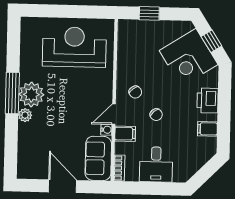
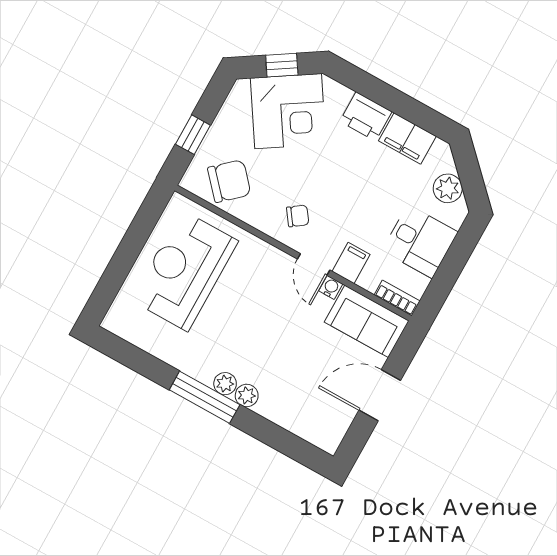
plant: (31, 94) -> (225, 384), width x0.53, depth x0.53
chair: (156, 115) -> (229, 181), moved, width x1.87, depth x1.87
filing cabinet: (207, 129) -> (407, 138), width x2.00
plant: (192, 164) -> (448, 188), added

